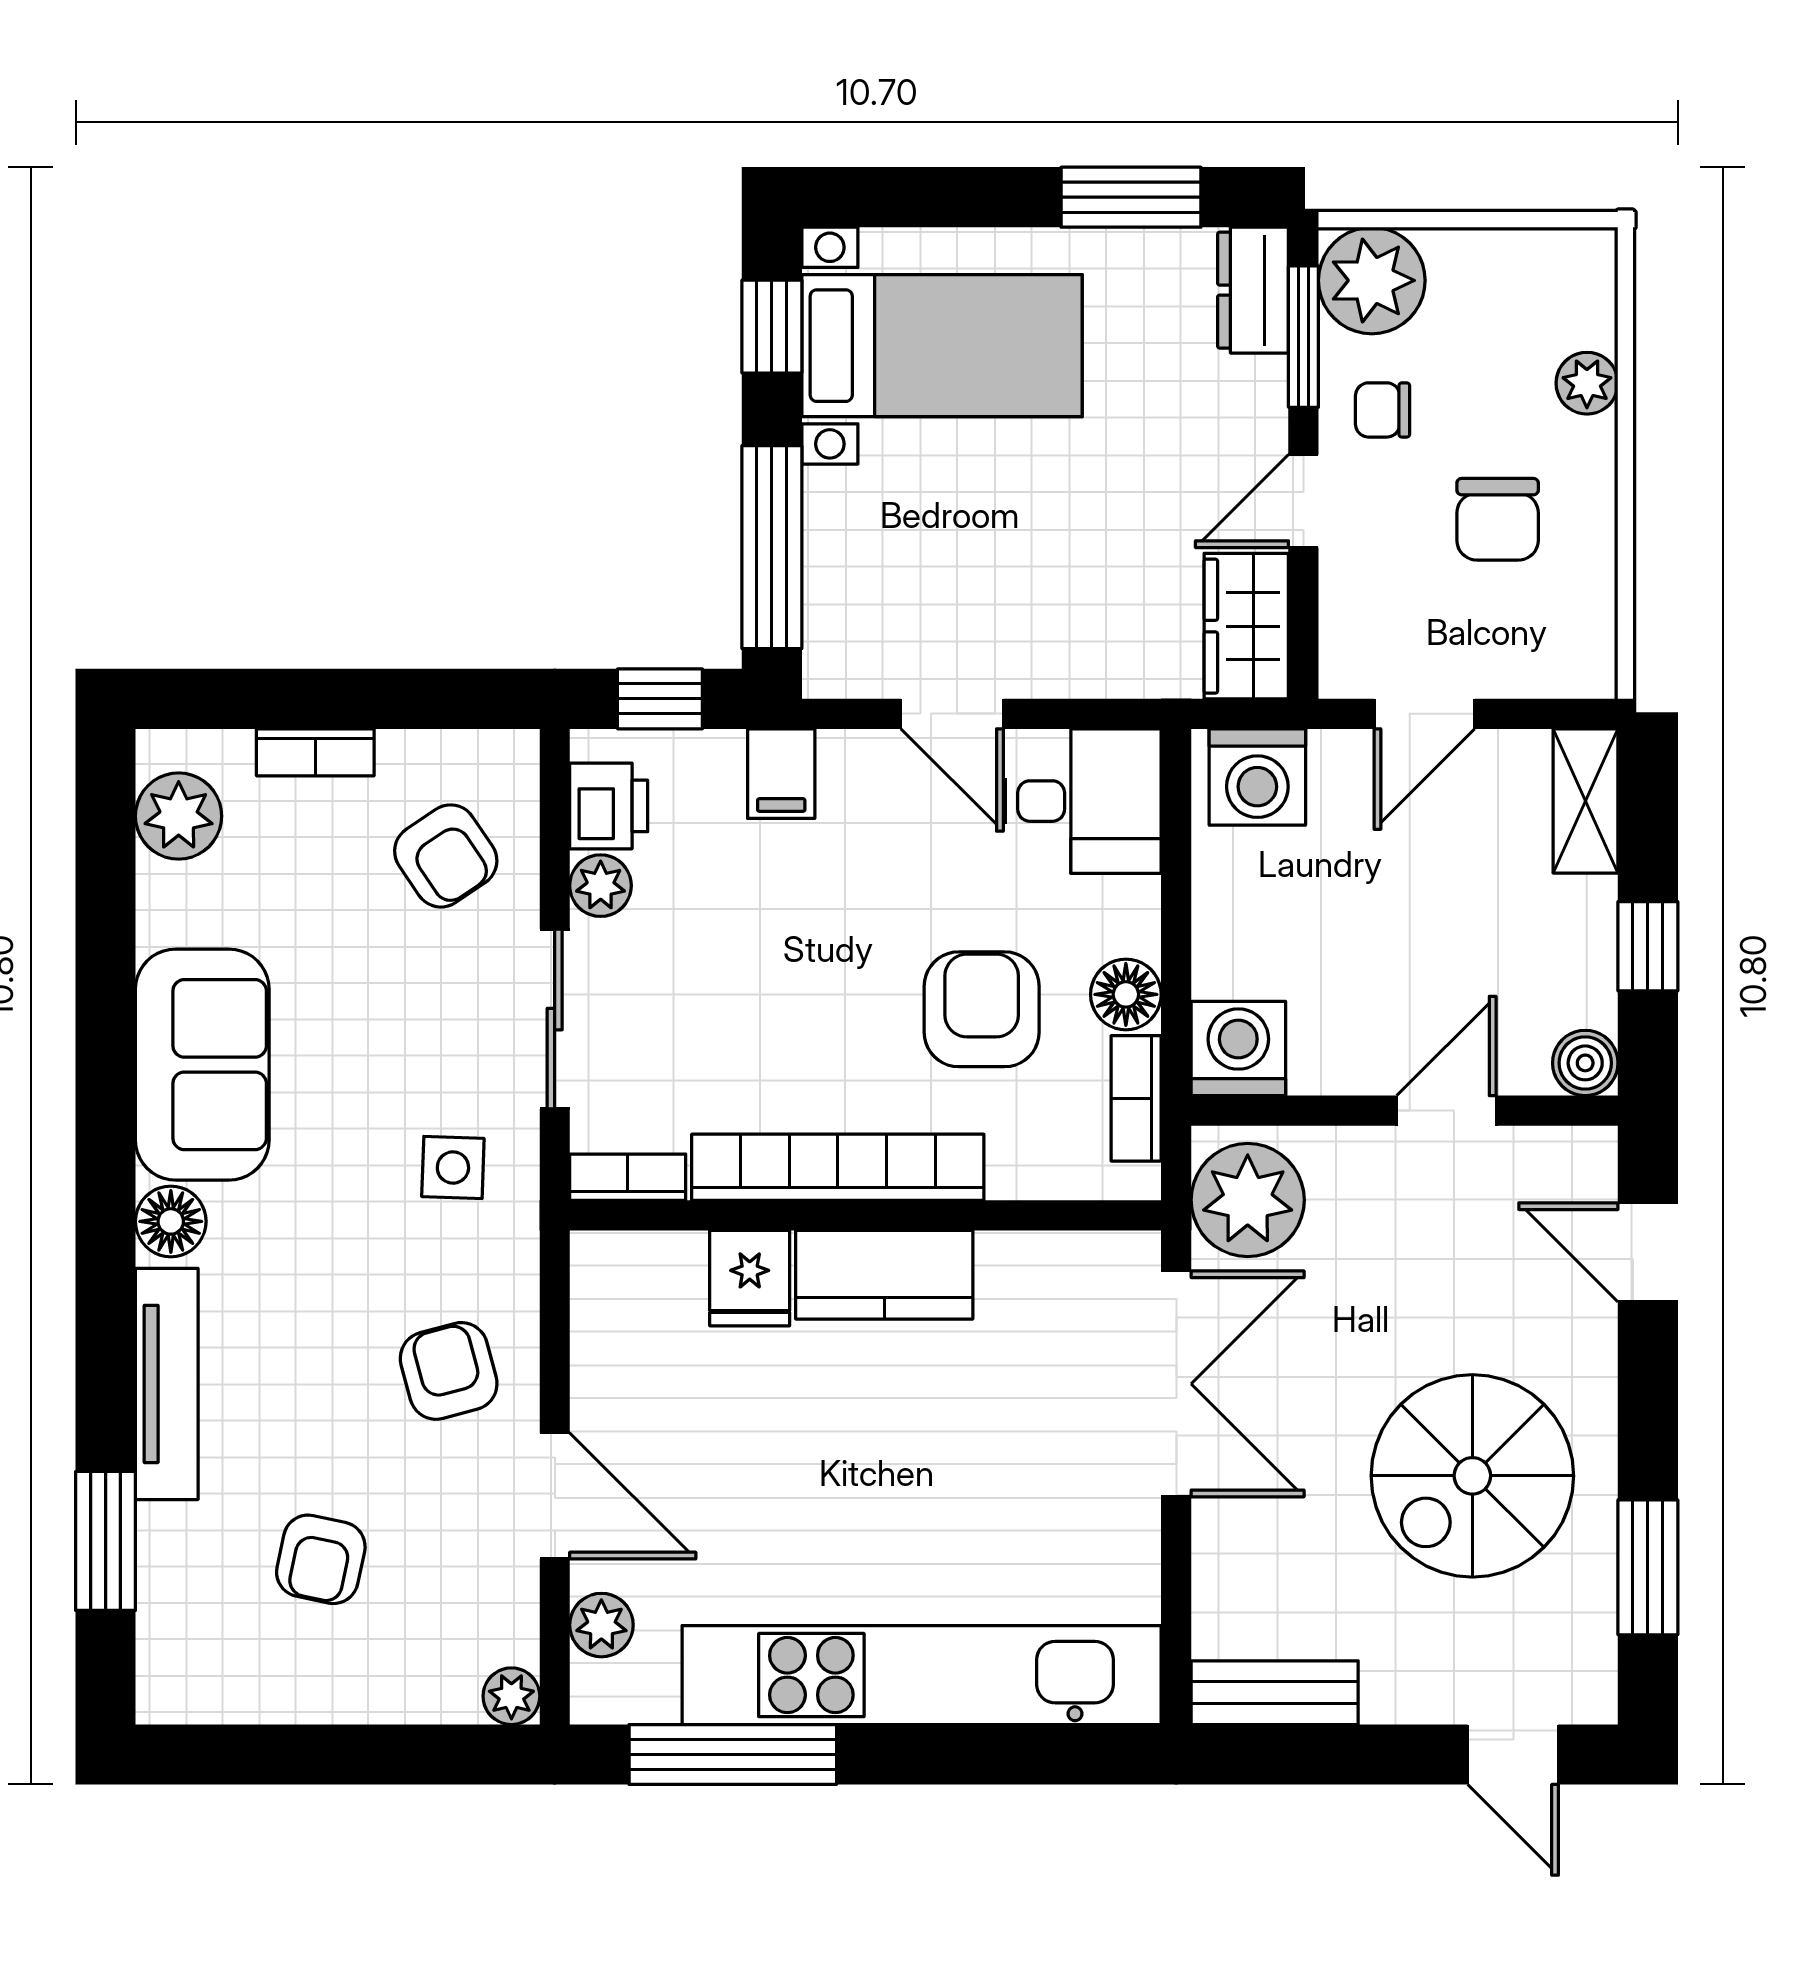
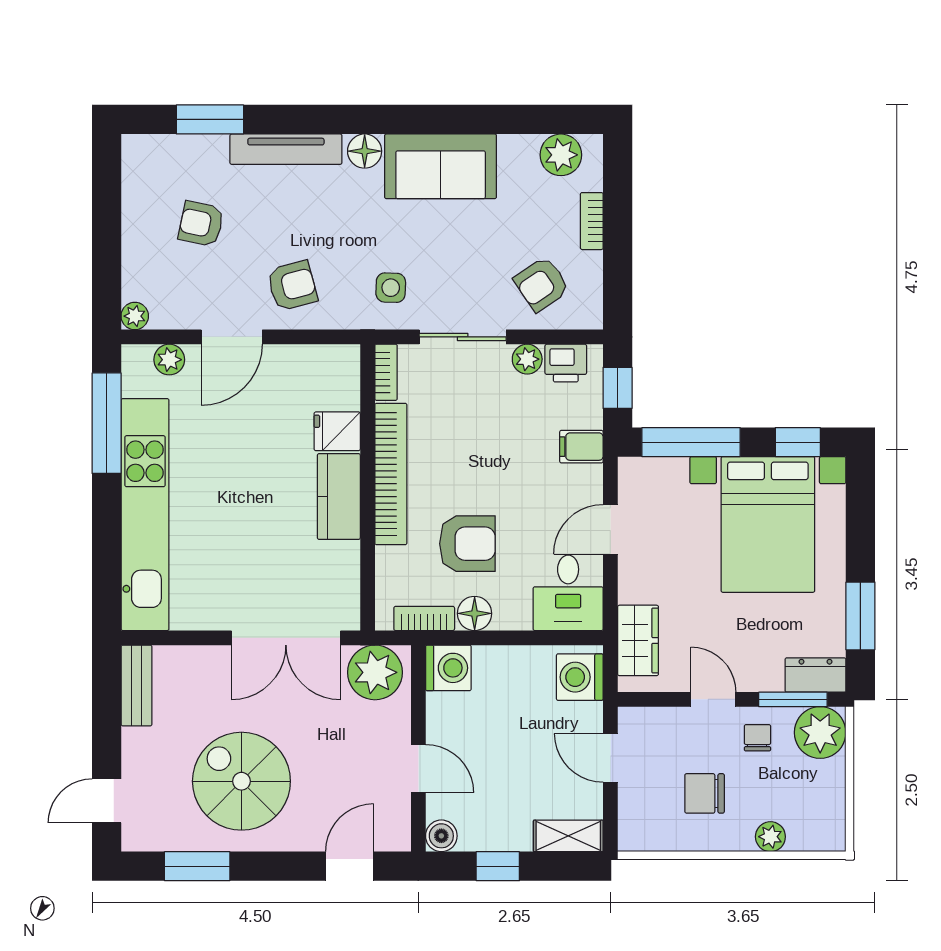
bed with nightstands: (942, 346) -> (768, 524), width x1.36
wardrobe: (1246, 626) -> (638, 640), moved, turned 90

